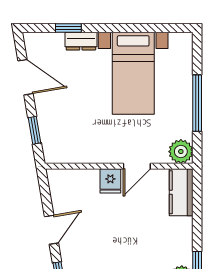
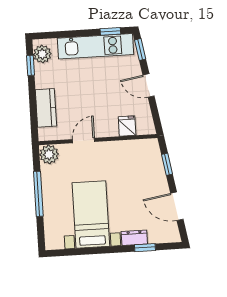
fridge: (110, 181) -> (127, 126), moved
kitchen counter: (181, 192) -> (46, 108), moved
door: (52, 230) -> (149, 86), hinge flipped

